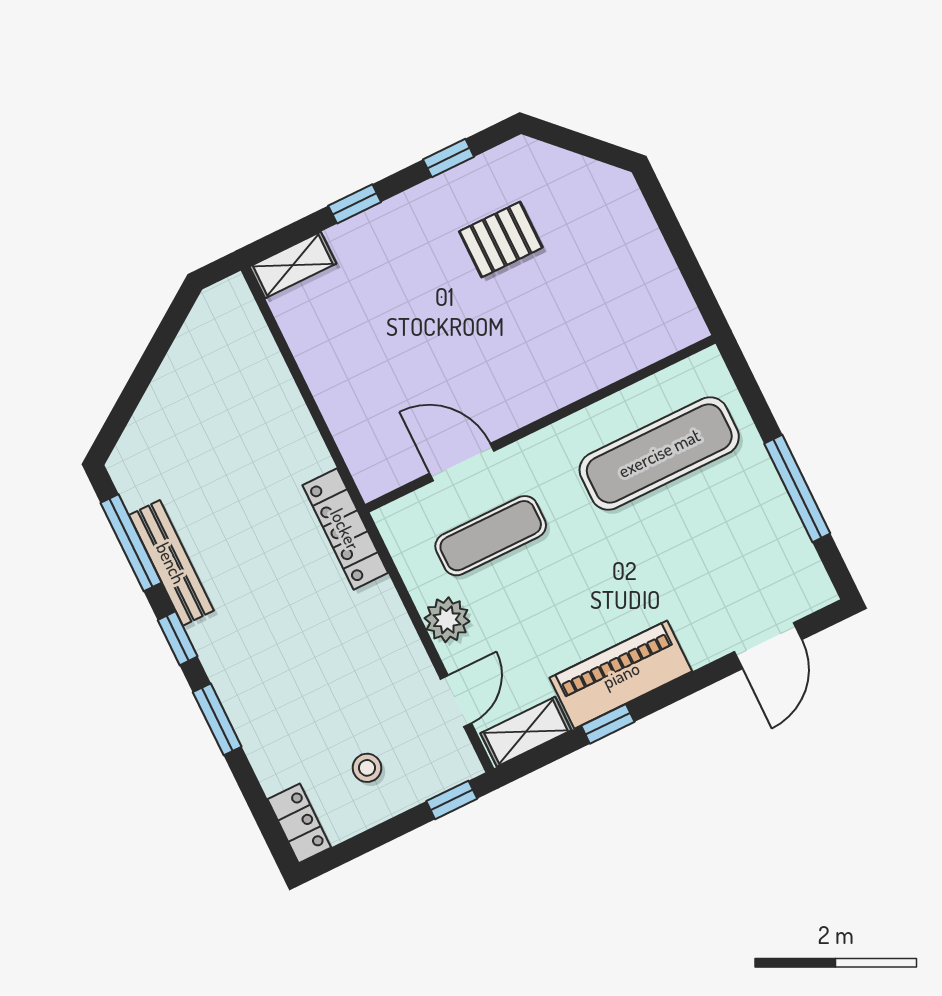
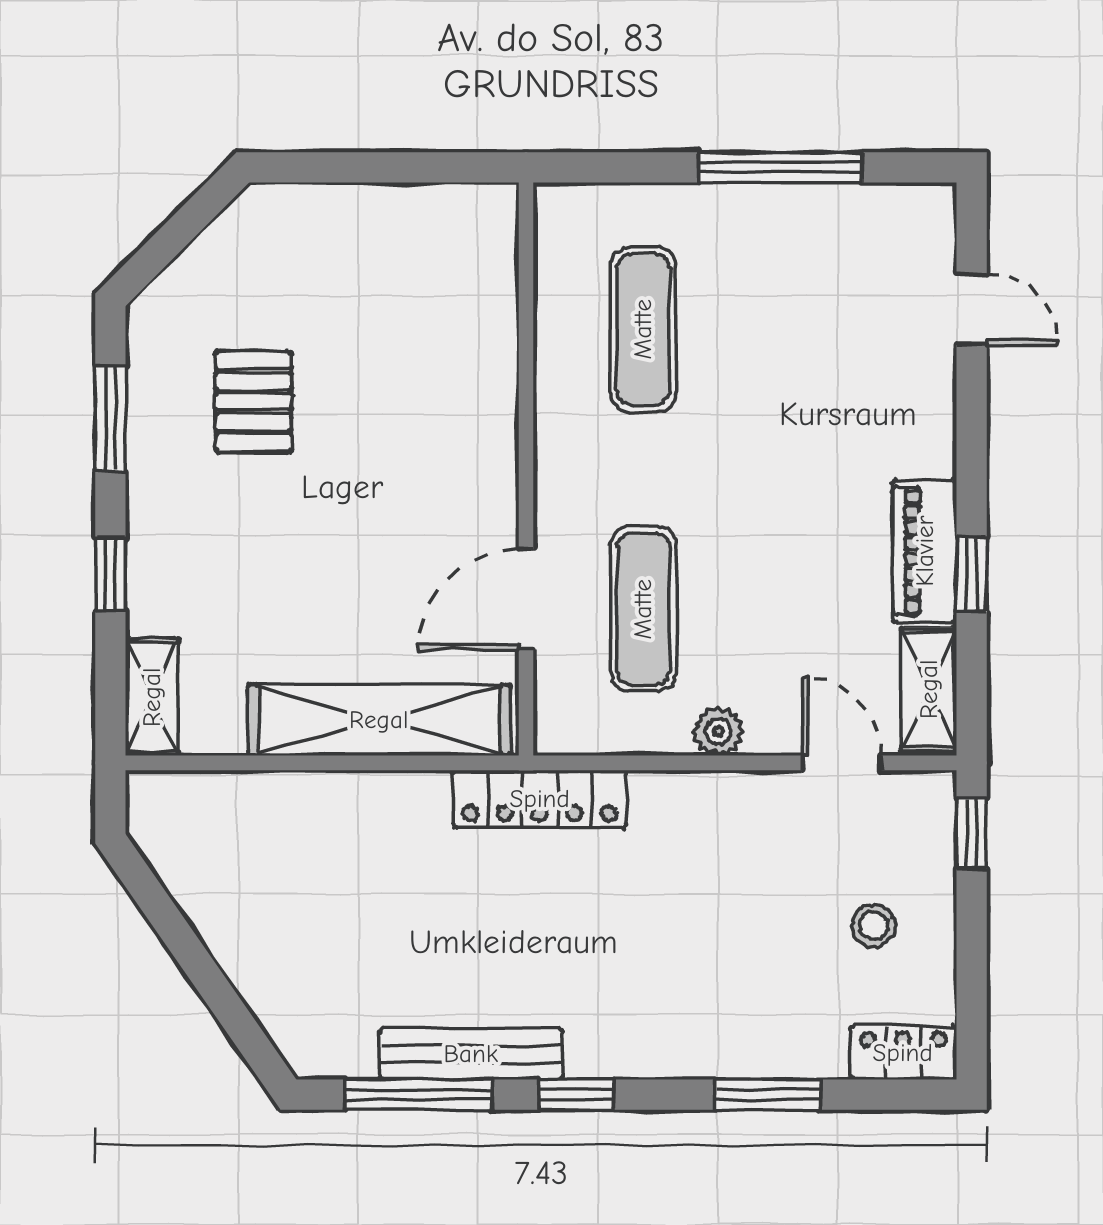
window: (449, 158) -> (110, 419), width x1.50
shelving: (346, 409) -> (379, 720), added
exercise mat: (659, 453) -> (643, 329), width x0.73, depth x0.69
plant: (447, 620) -> (718, 731), width x0.73, depth x0.73
door: (768, 646) -> (972, 309), width x0.73
piano: (621, 675) -> (925, 551), width x0.73, depth x0.75
window: (217, 719) -> (768, 1095), moved

